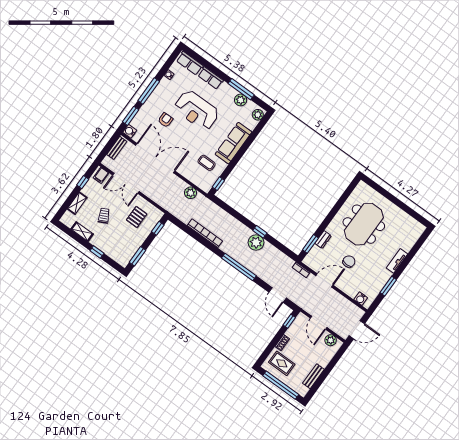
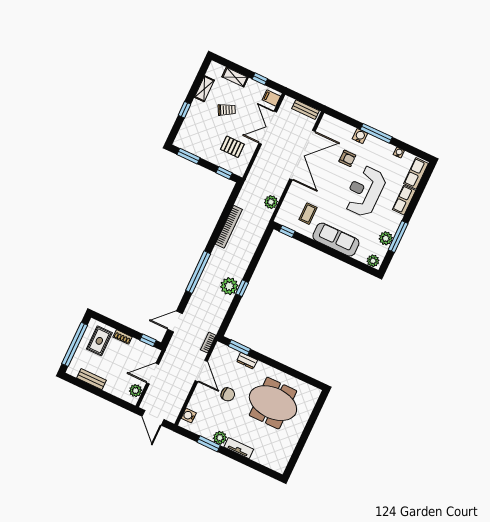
window: (131, 116) -> (344, 118), removed
water cooler: (130, 131) -> (360, 136), moved
plant: (385, 275) -> (220, 438), added

